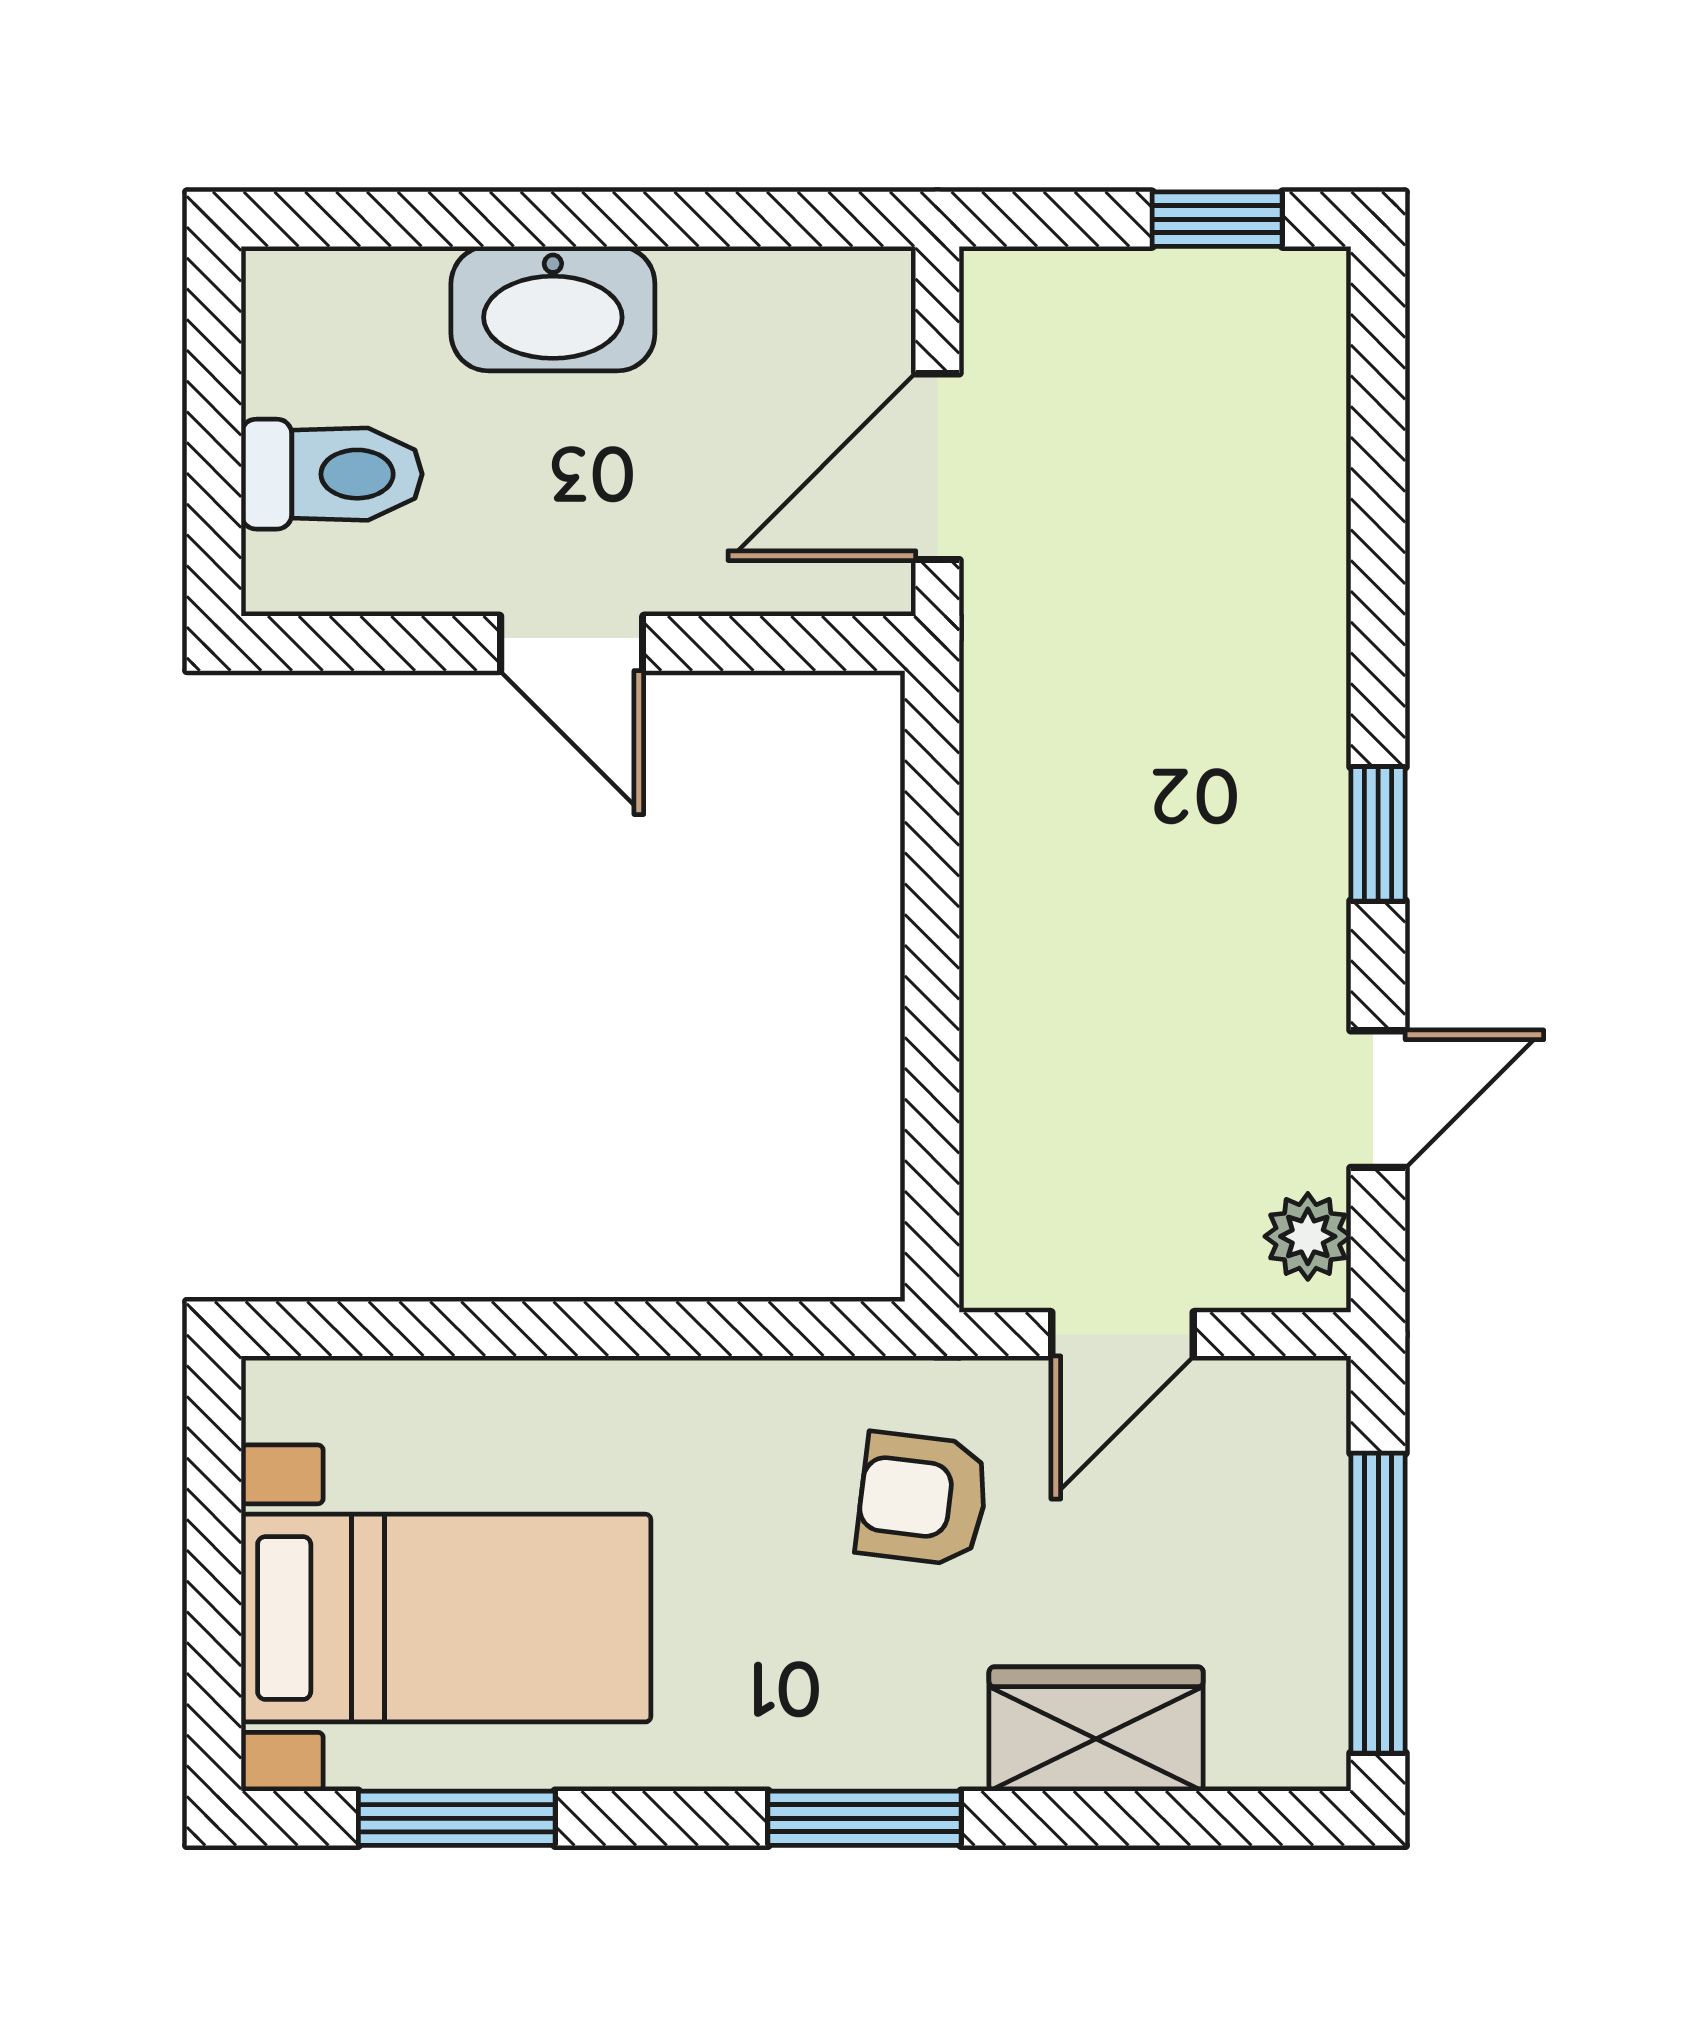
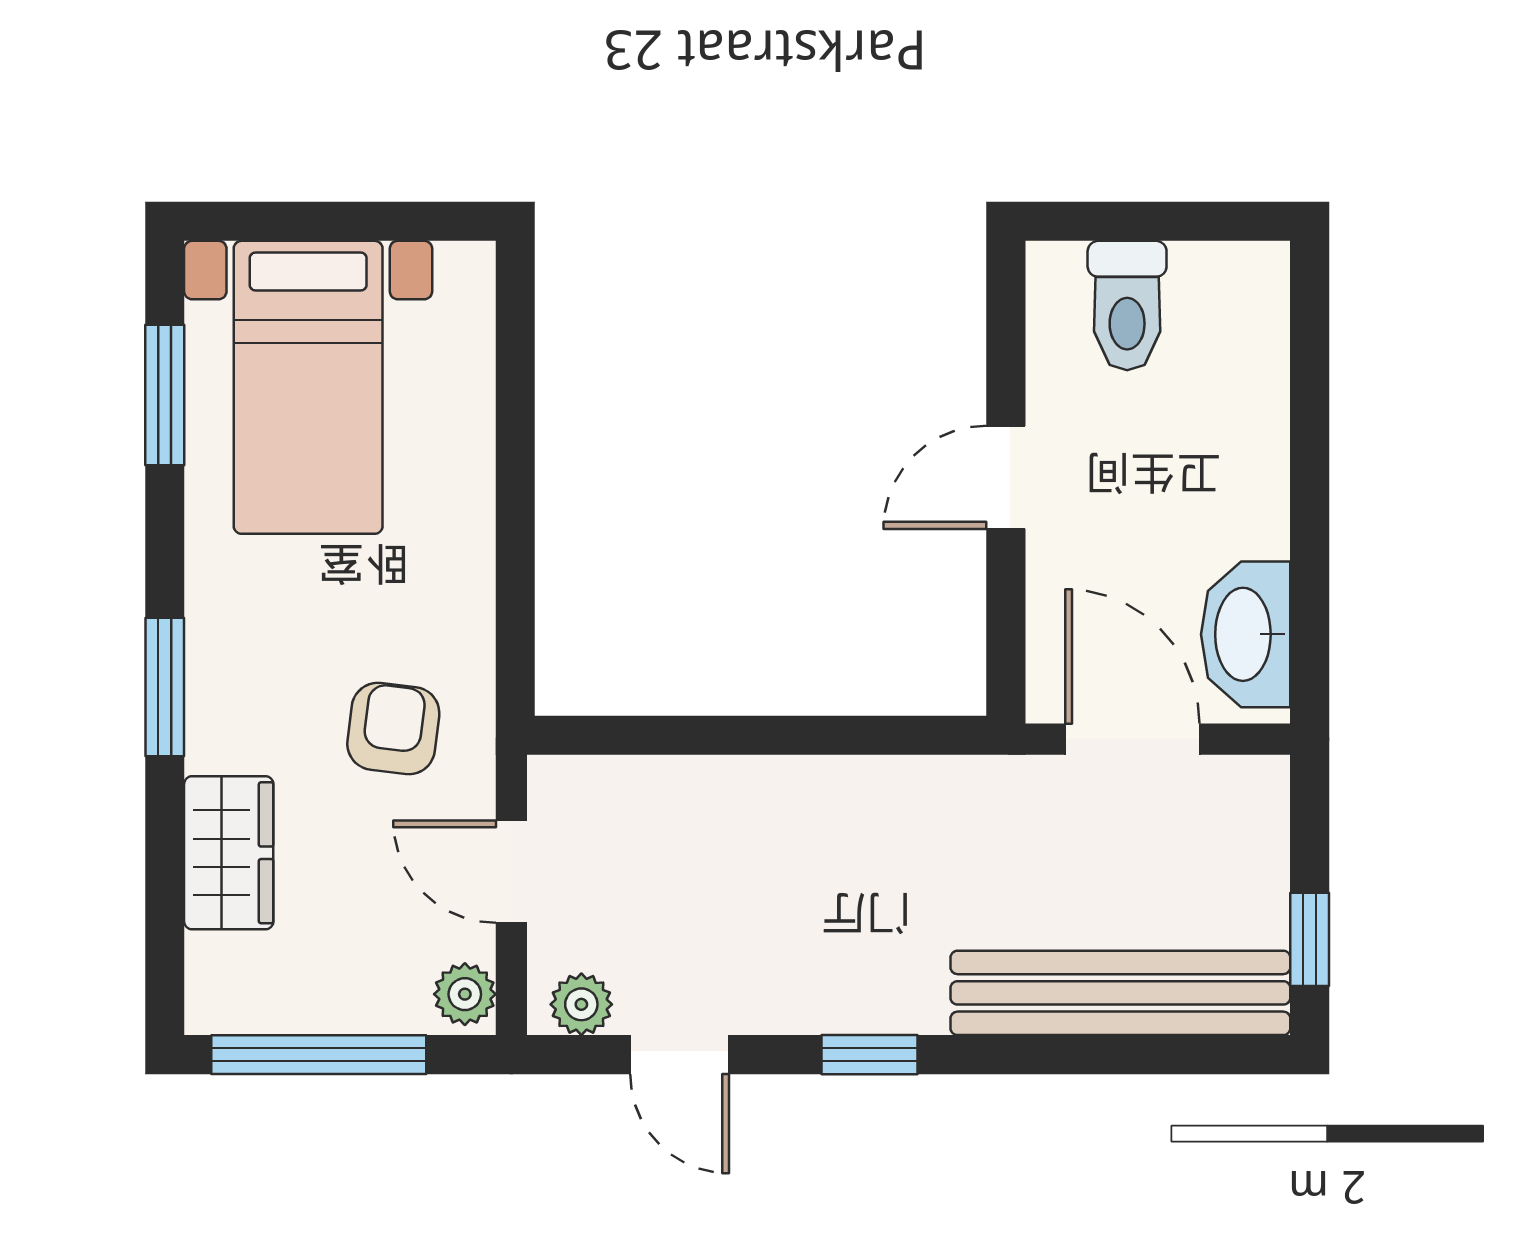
washbasin: (553, 309) -> (1246, 634), moved
bench: (1292, 483) -> (1120, 993), added
plant: (1294, 1399) -> (465, 994), added

